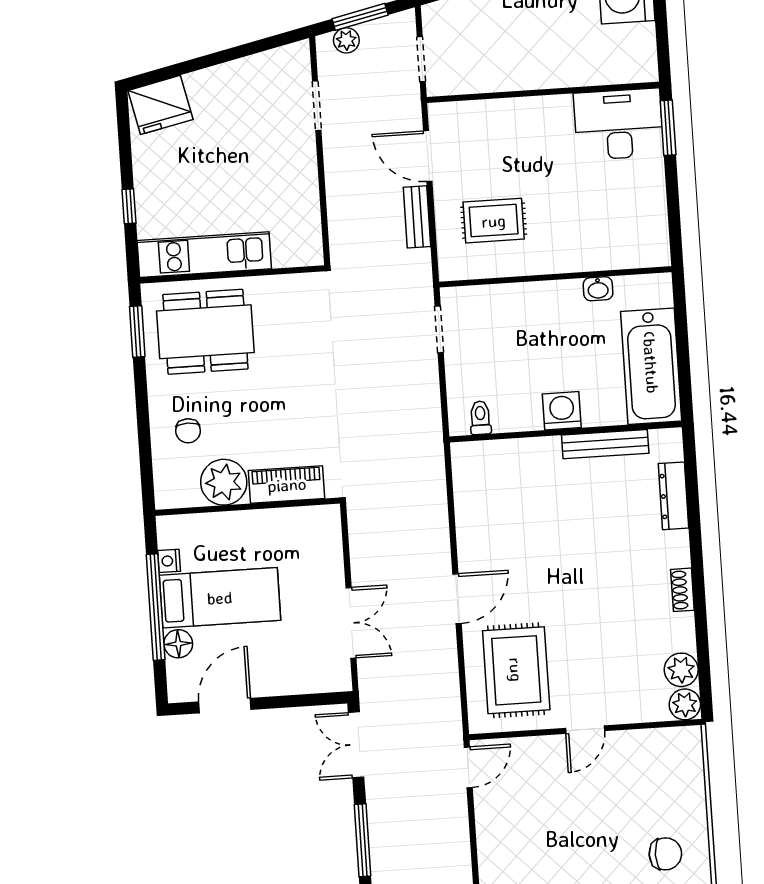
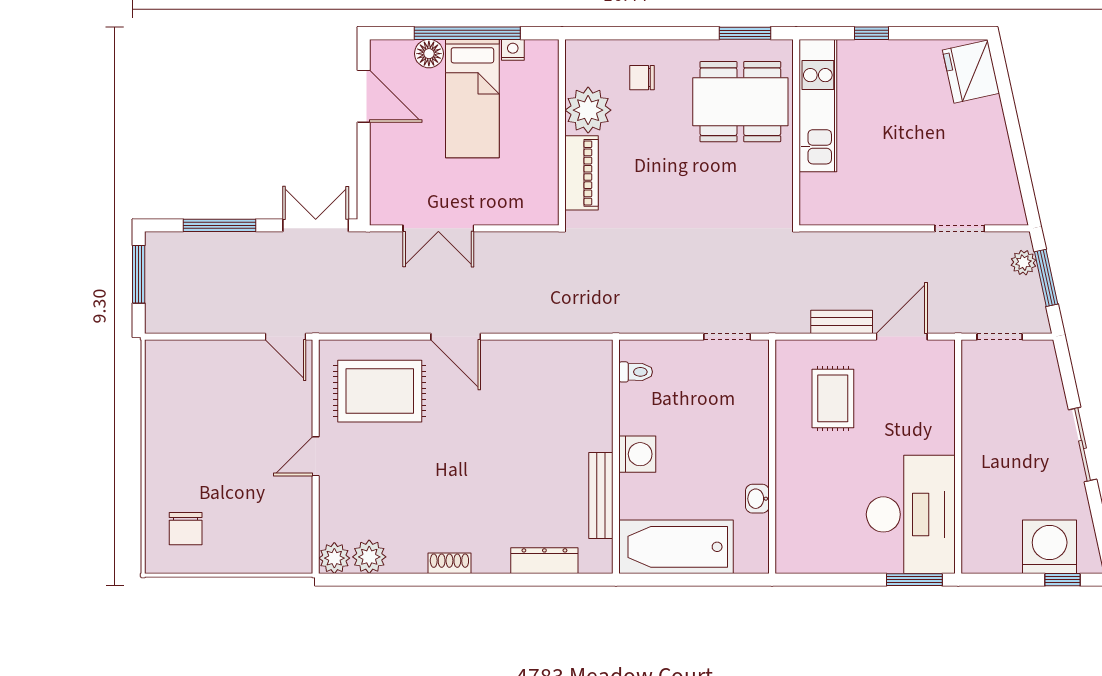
desk: (619, 124) -> (911, 514), width x1.36, depth x1.30
dining table: (205, 332) -> (740, 102), turned 90
door: (585, 730) -> (316, 456), hinge flipped

